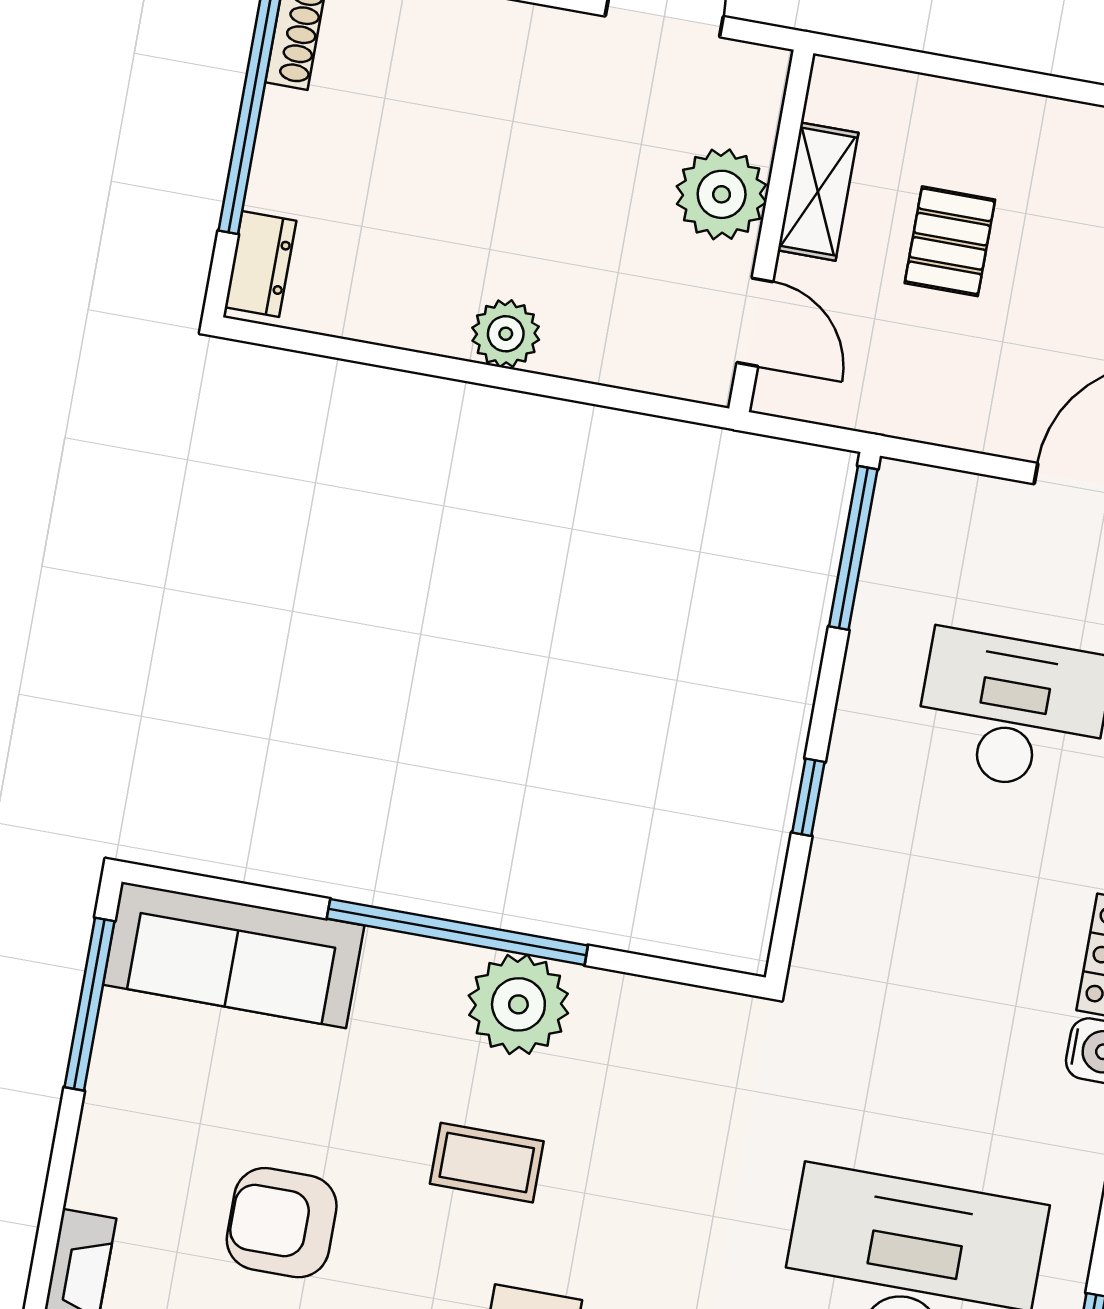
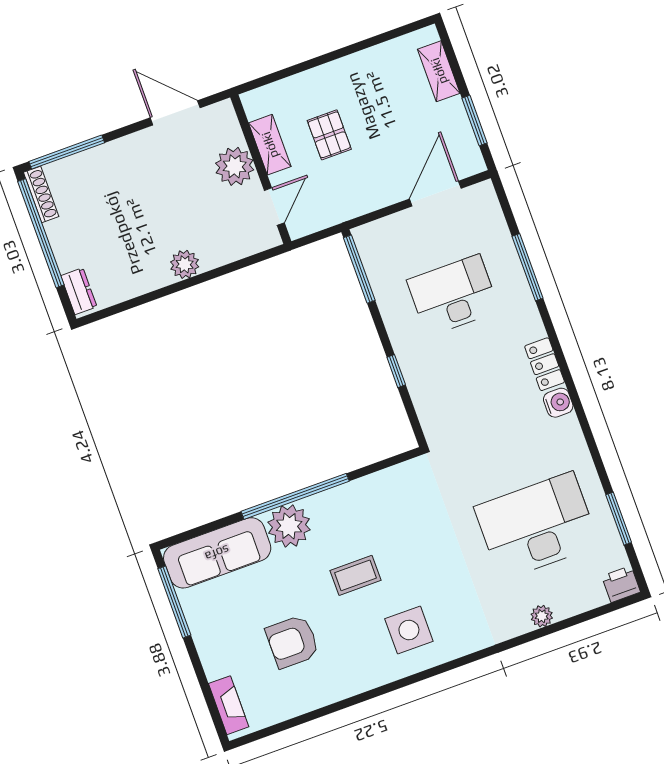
door: (755, 322) -> (274, 207), hinge flipped
plant: (518, 1004) -> (289, 526), moved

